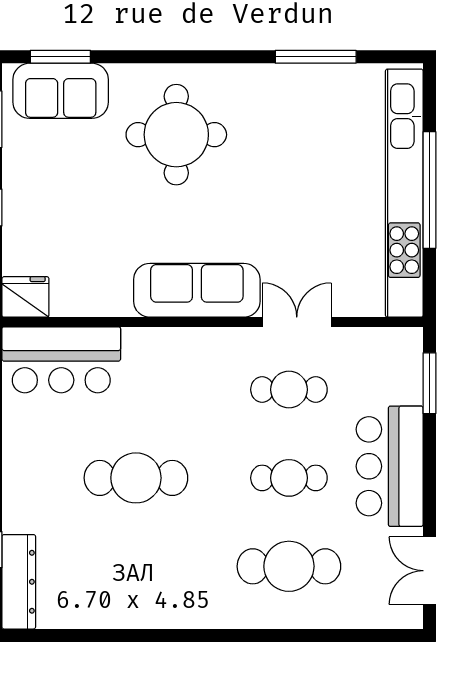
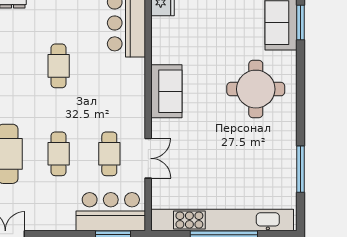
sofa: (197, 290) -> (166, 91), width x0.73
bar counter: (390, 466) -> (111, 212), moved
cafe table: (136, 478) -> (59, 66), width x0.73, depth x0.74

